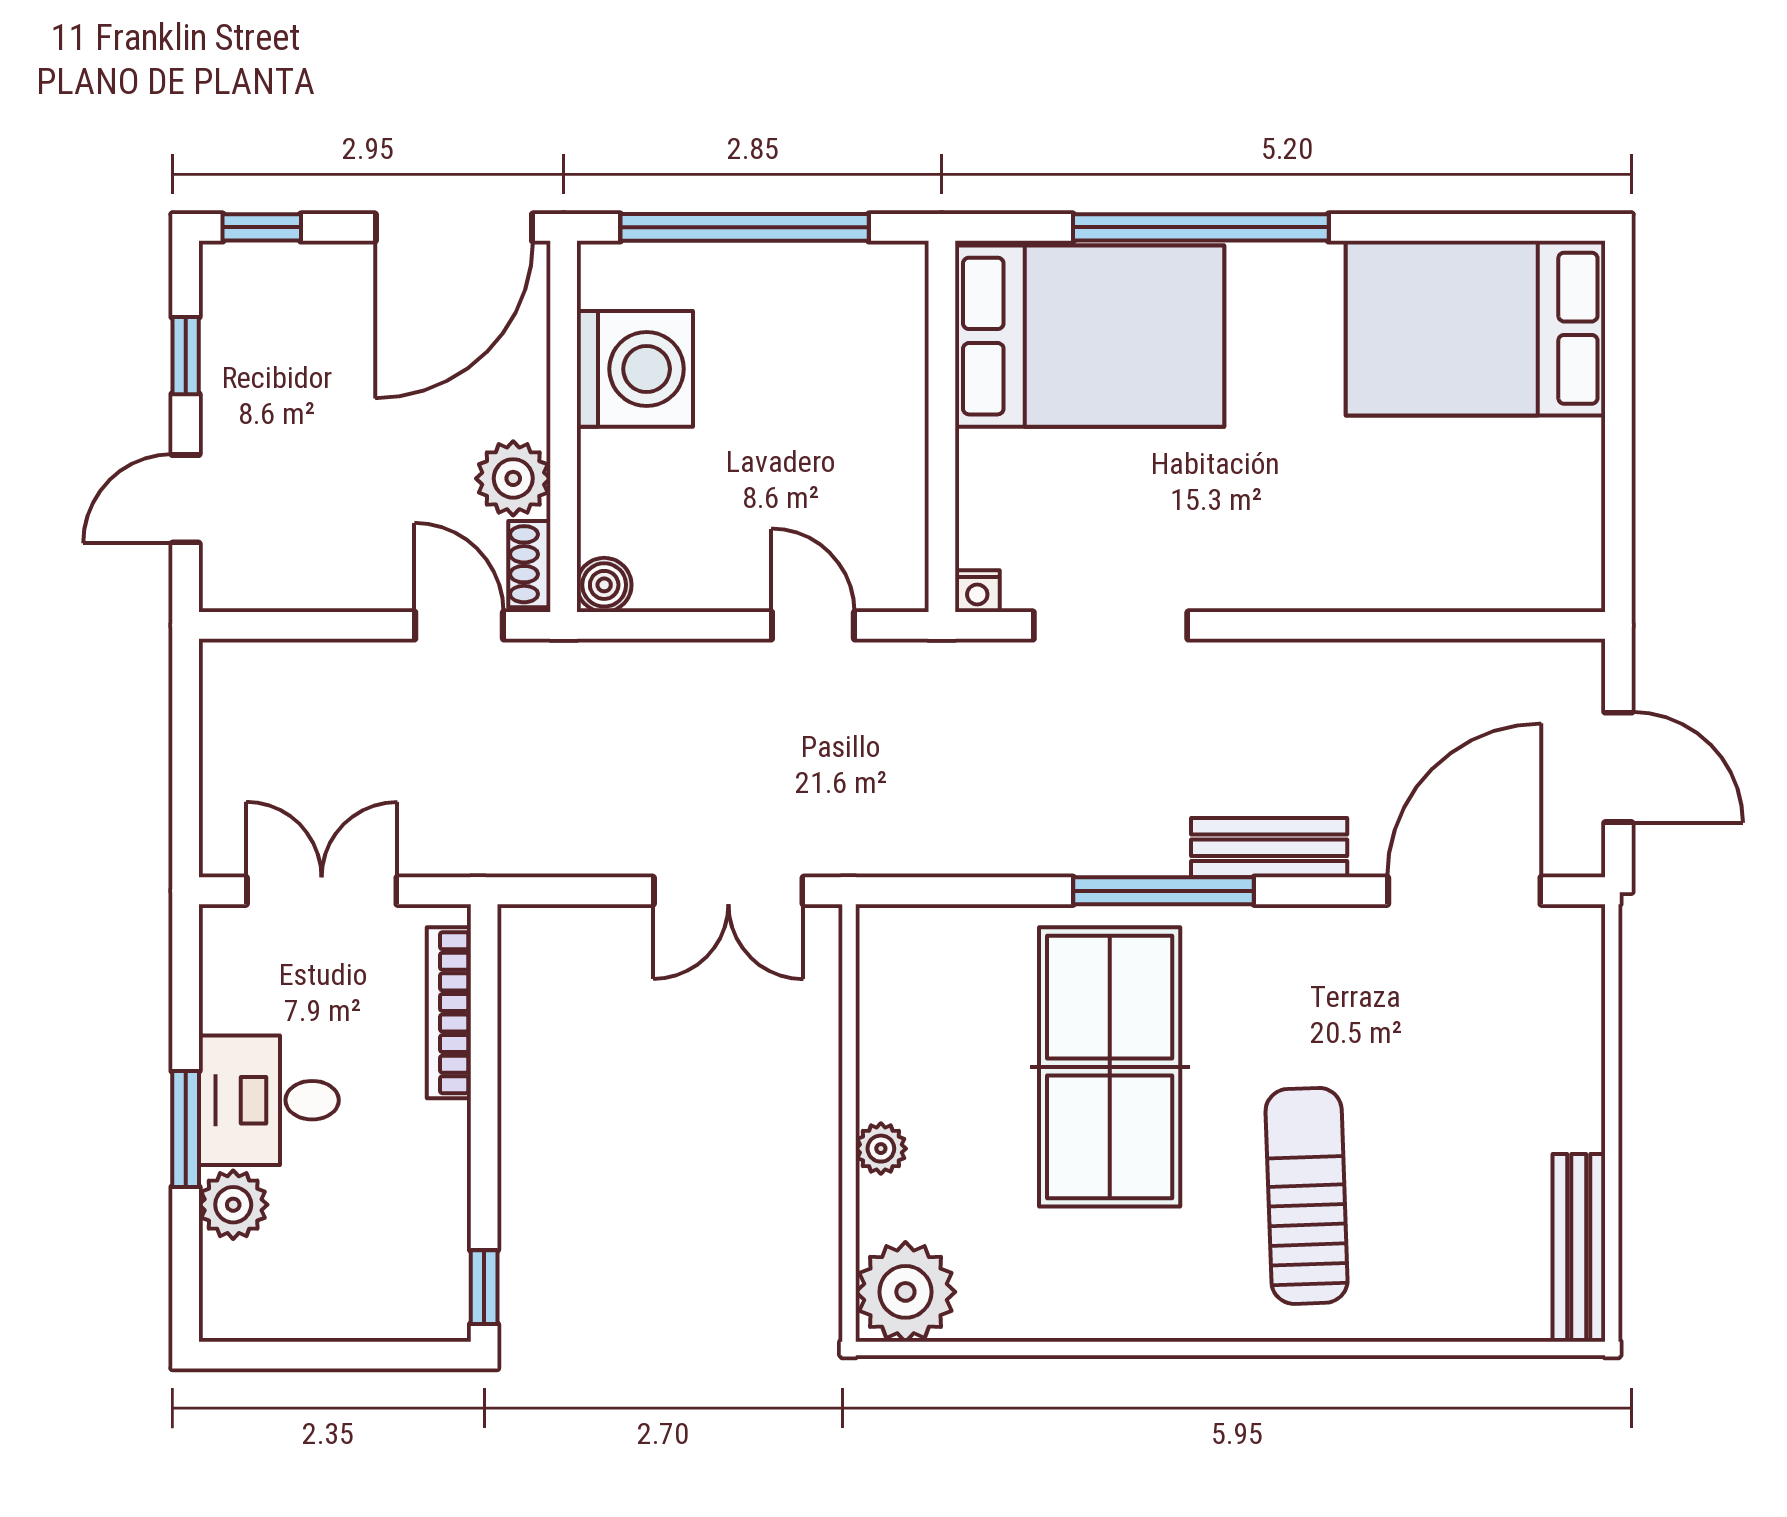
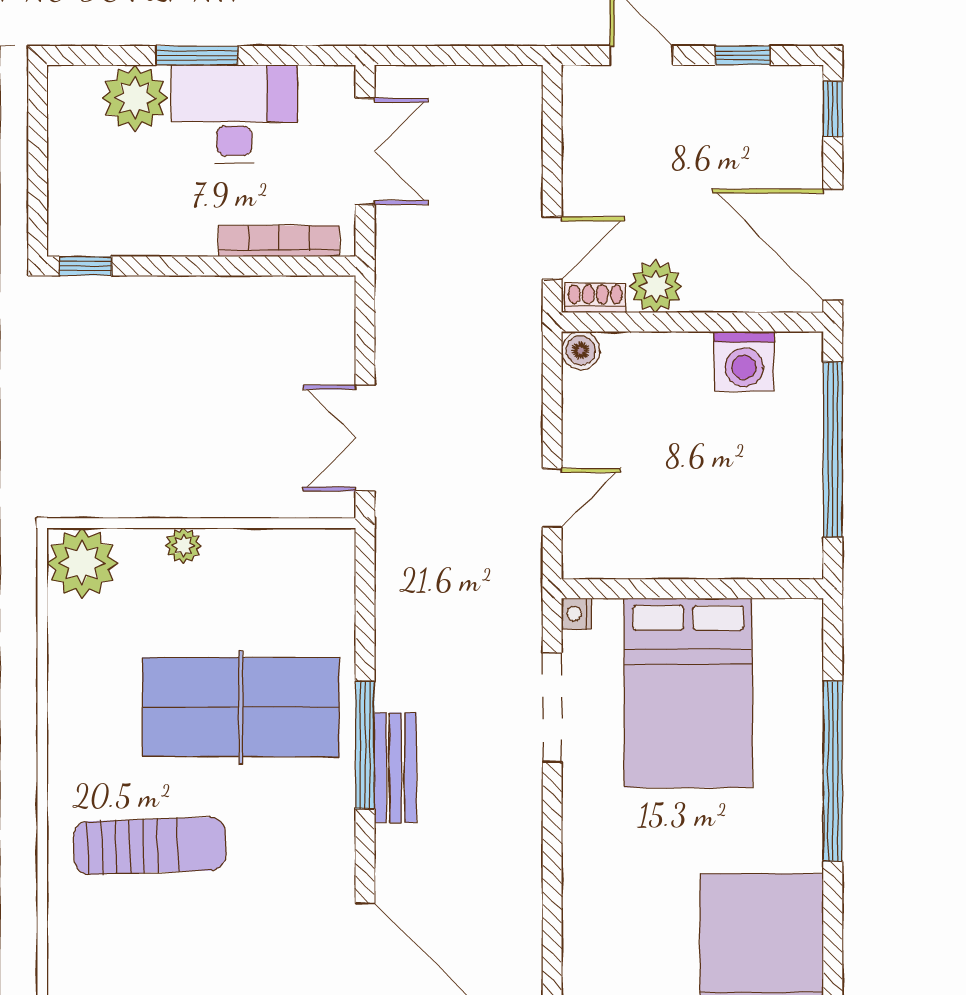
bed: (1090, 336) -> (688, 693), moved
washing machine: (635, 369) -> (744, 361), width x0.73, depth x0.73
bench: (1269, 848) -> (395, 768), moved
desk: (269, 1100) -> (234, 114), width x1.37
plant: (233, 1205) -> (135, 98), width x1.36, depth x1.36

